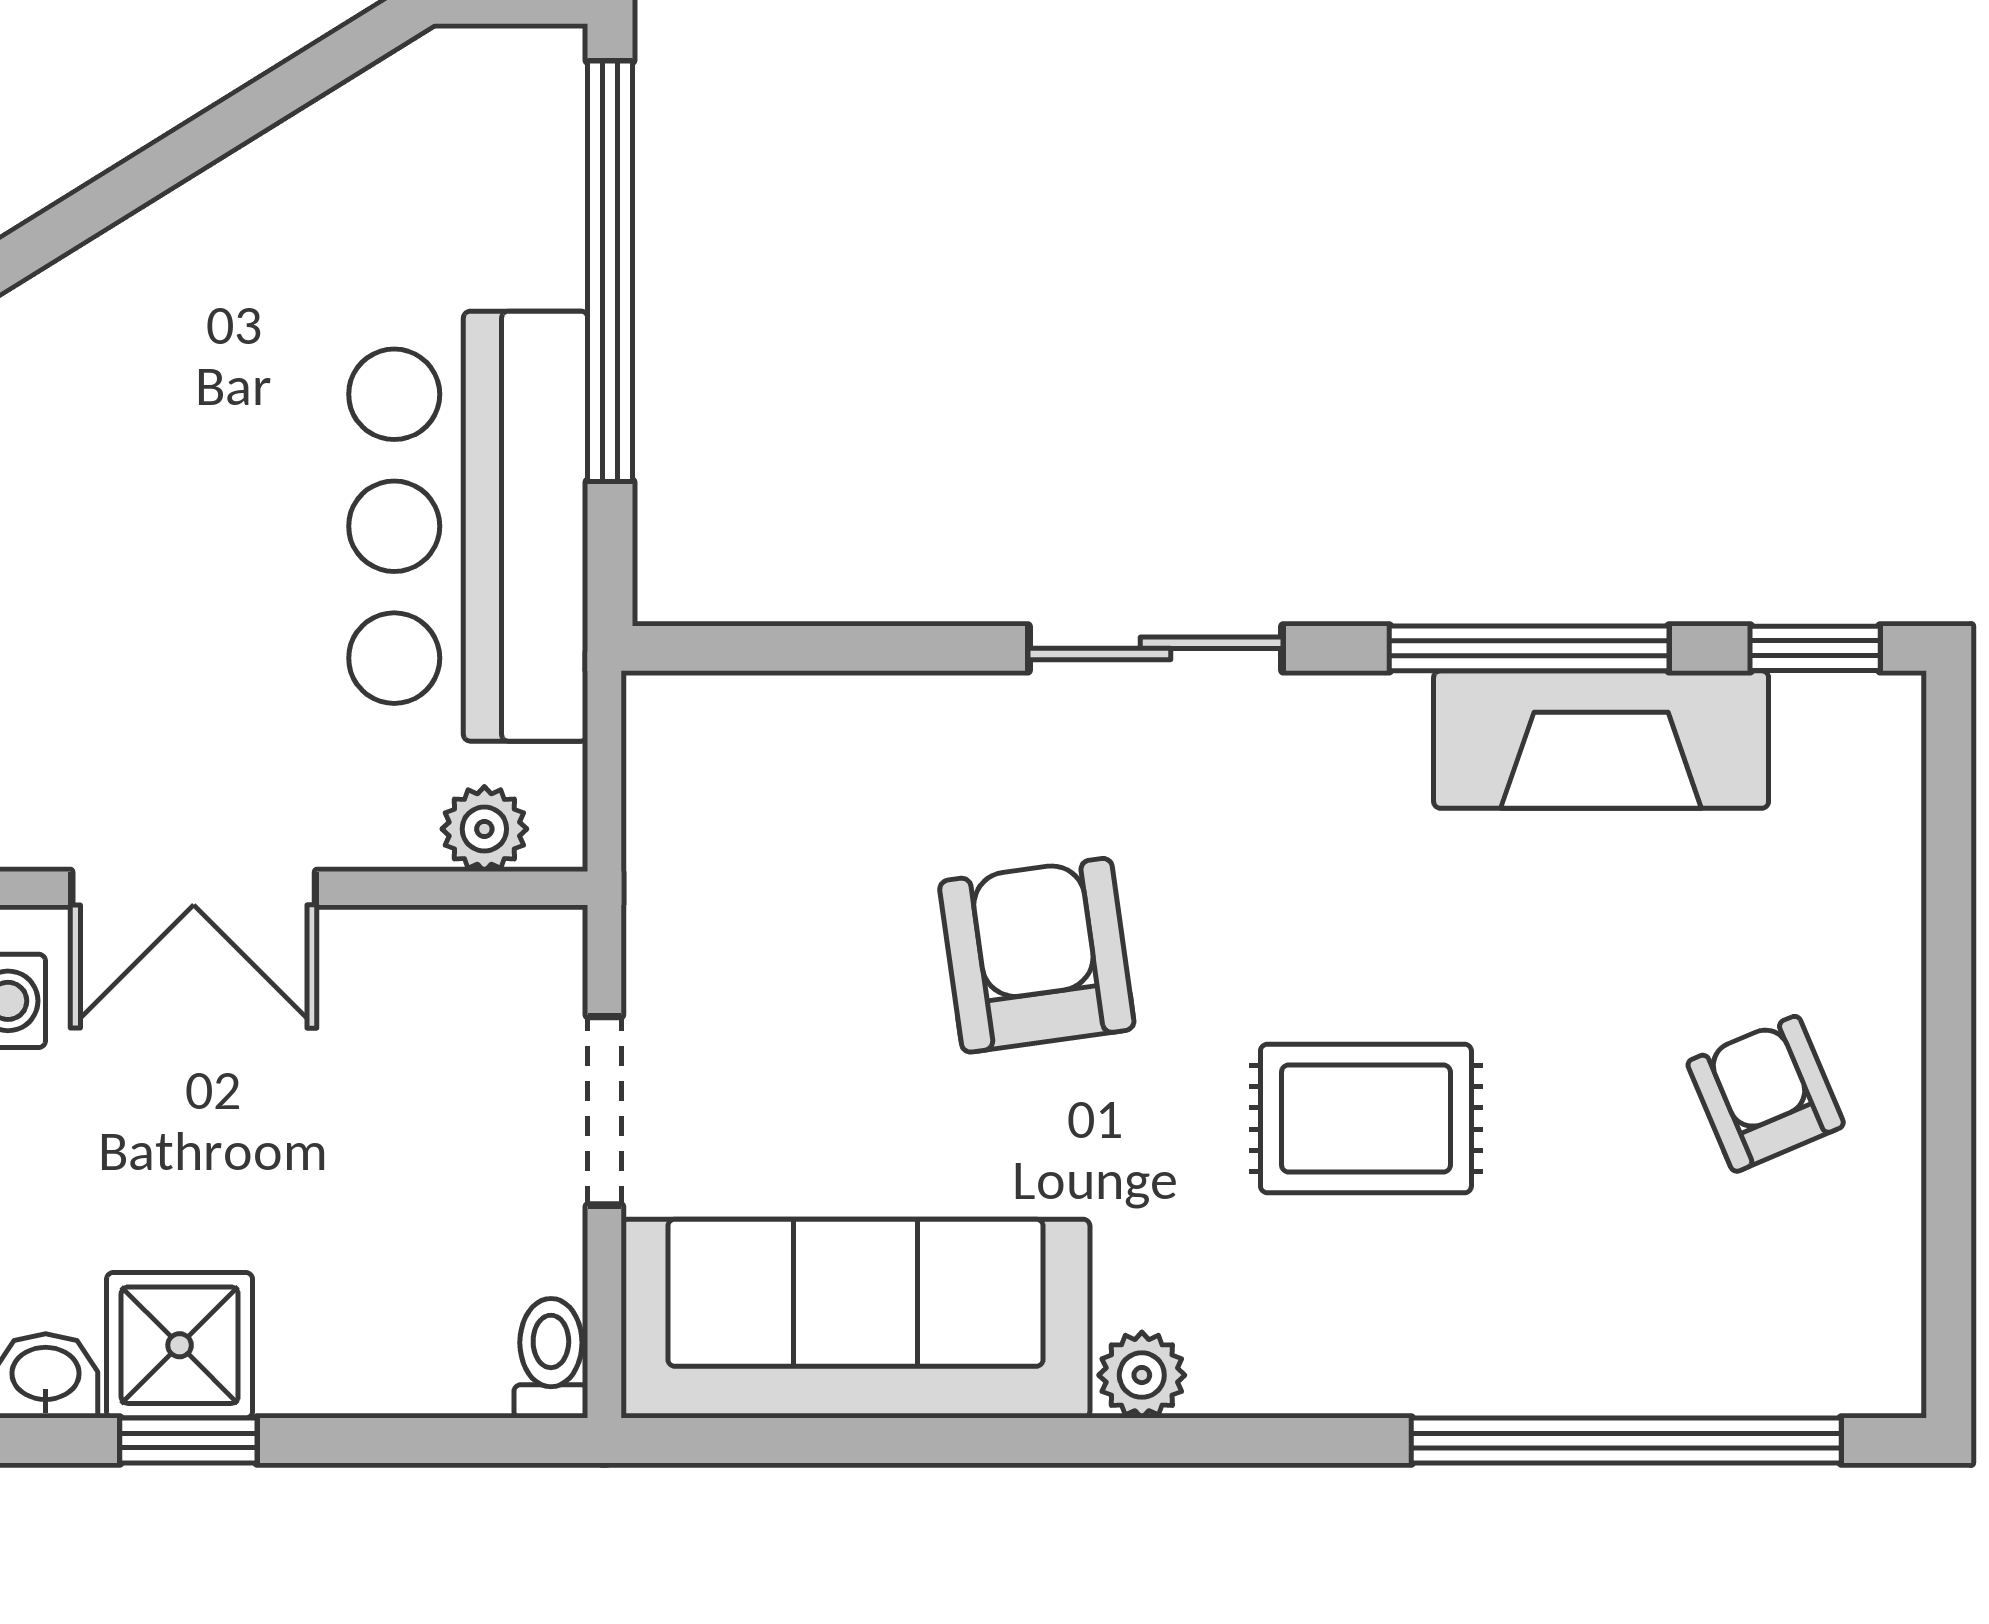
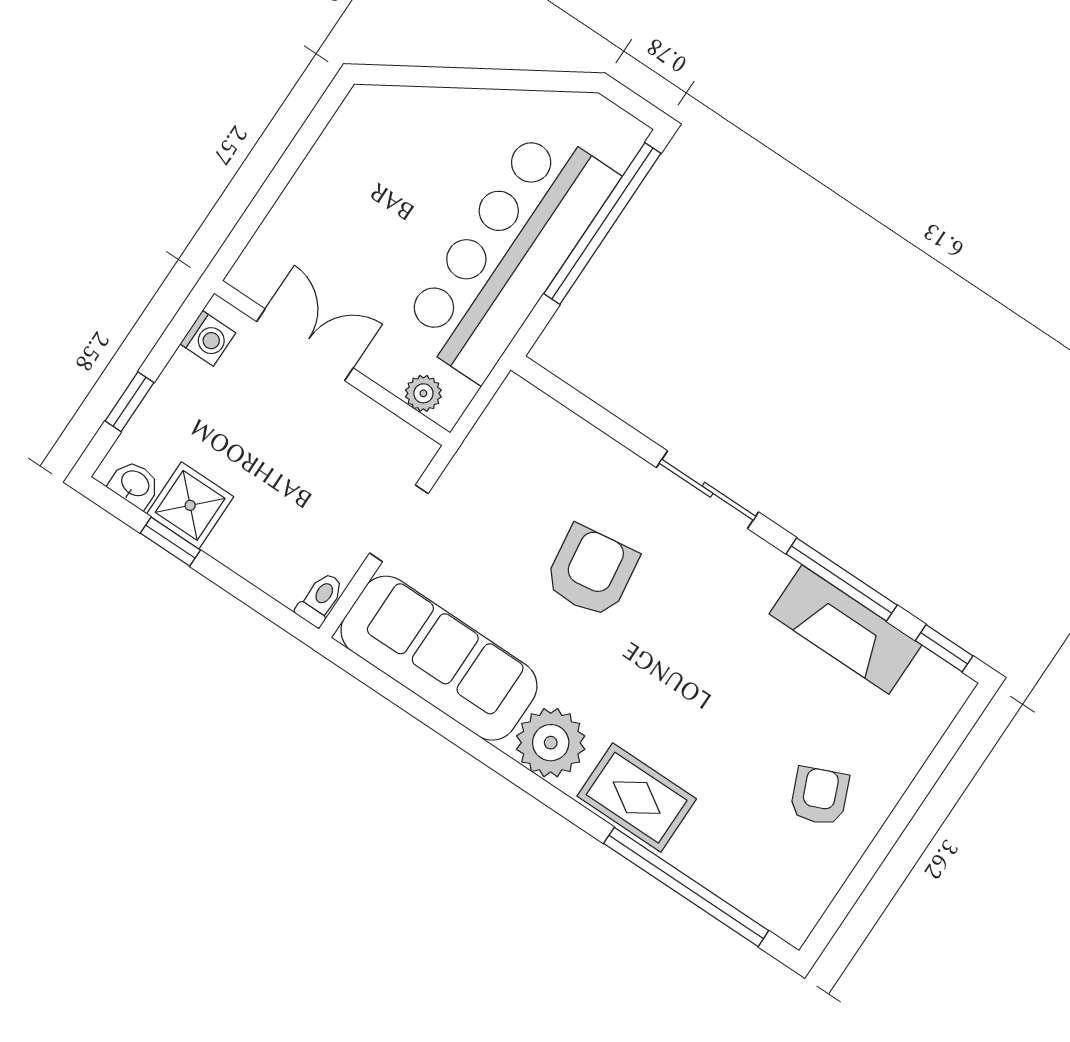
bar counter: (468, 526) -> (509, 253), width x1.36
double door: (194, 888) -> (305, 345), swing flipped
rug: (1366, 1119) -> (637, 798), moved
plant: (1142, 1375) -> (551, 743), width x1.87, depth x1.87

